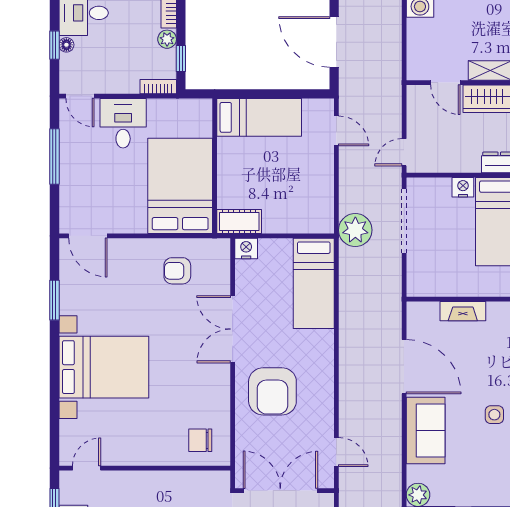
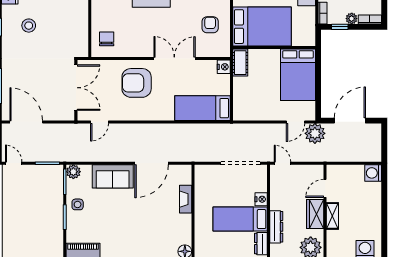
bed: (259, 117) -> (298, 75), width x1.50
plant: (355, 230) -> (315, 133), moved
side table: (494, 415) -> (78, 204), moved

